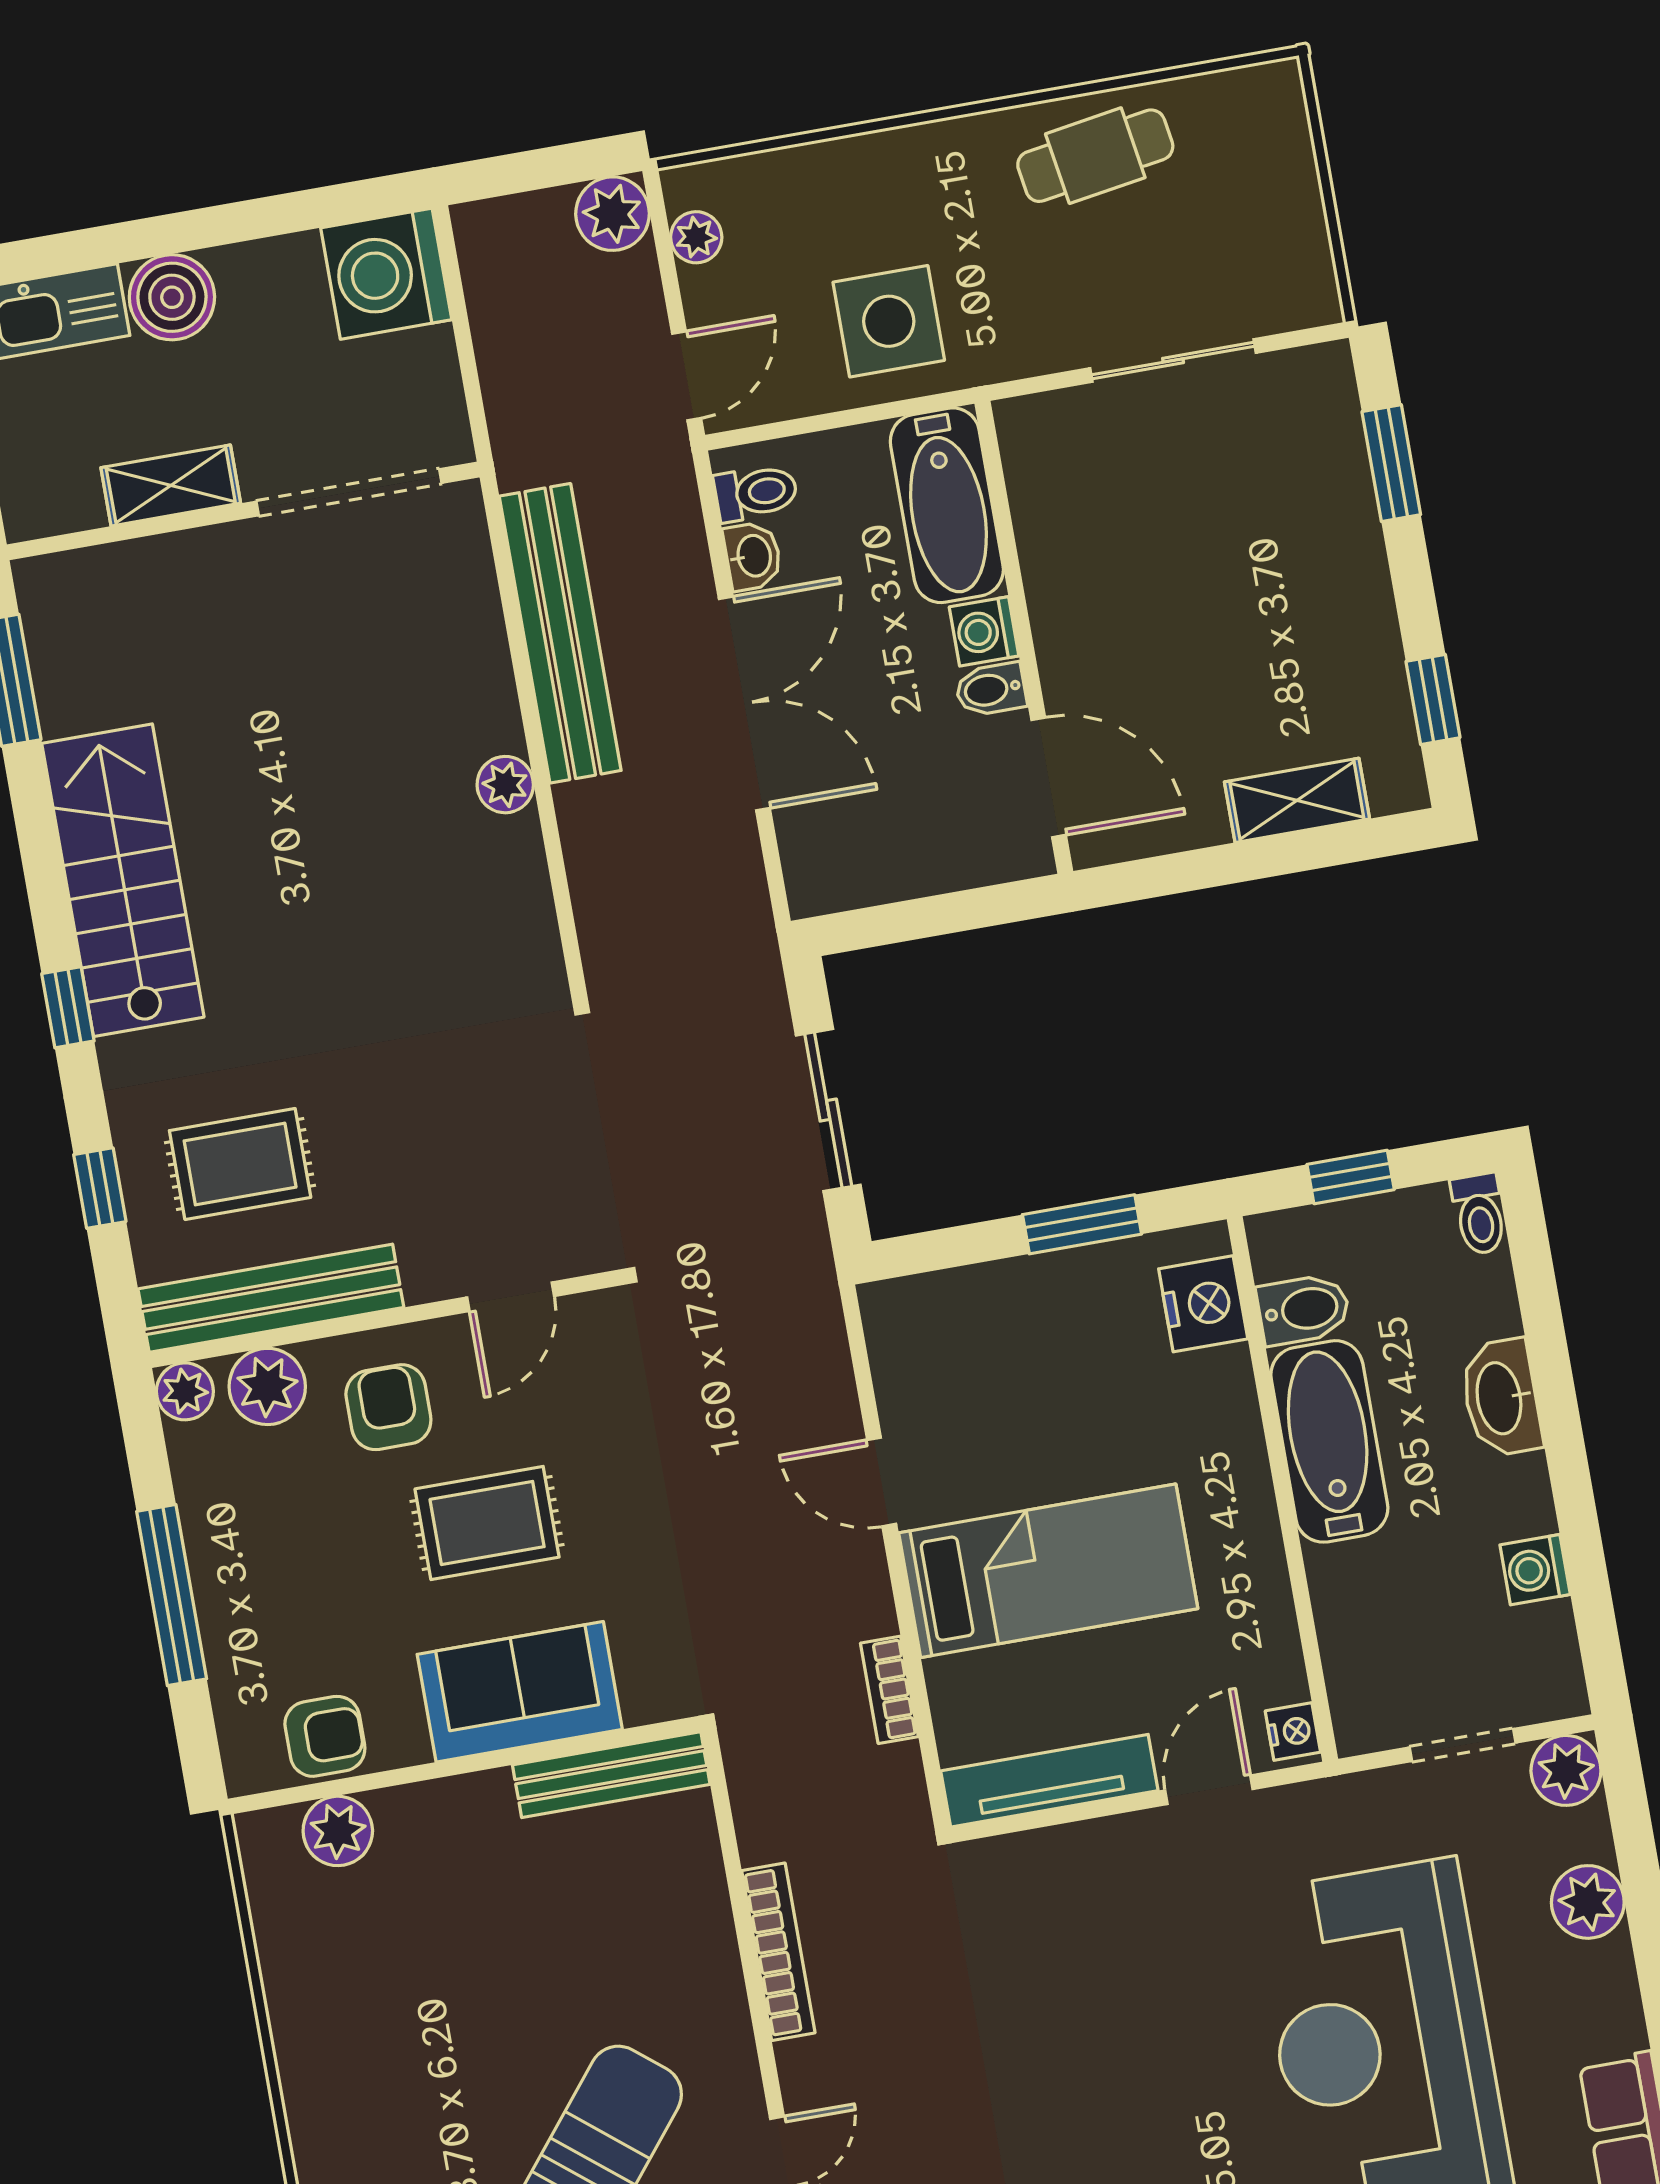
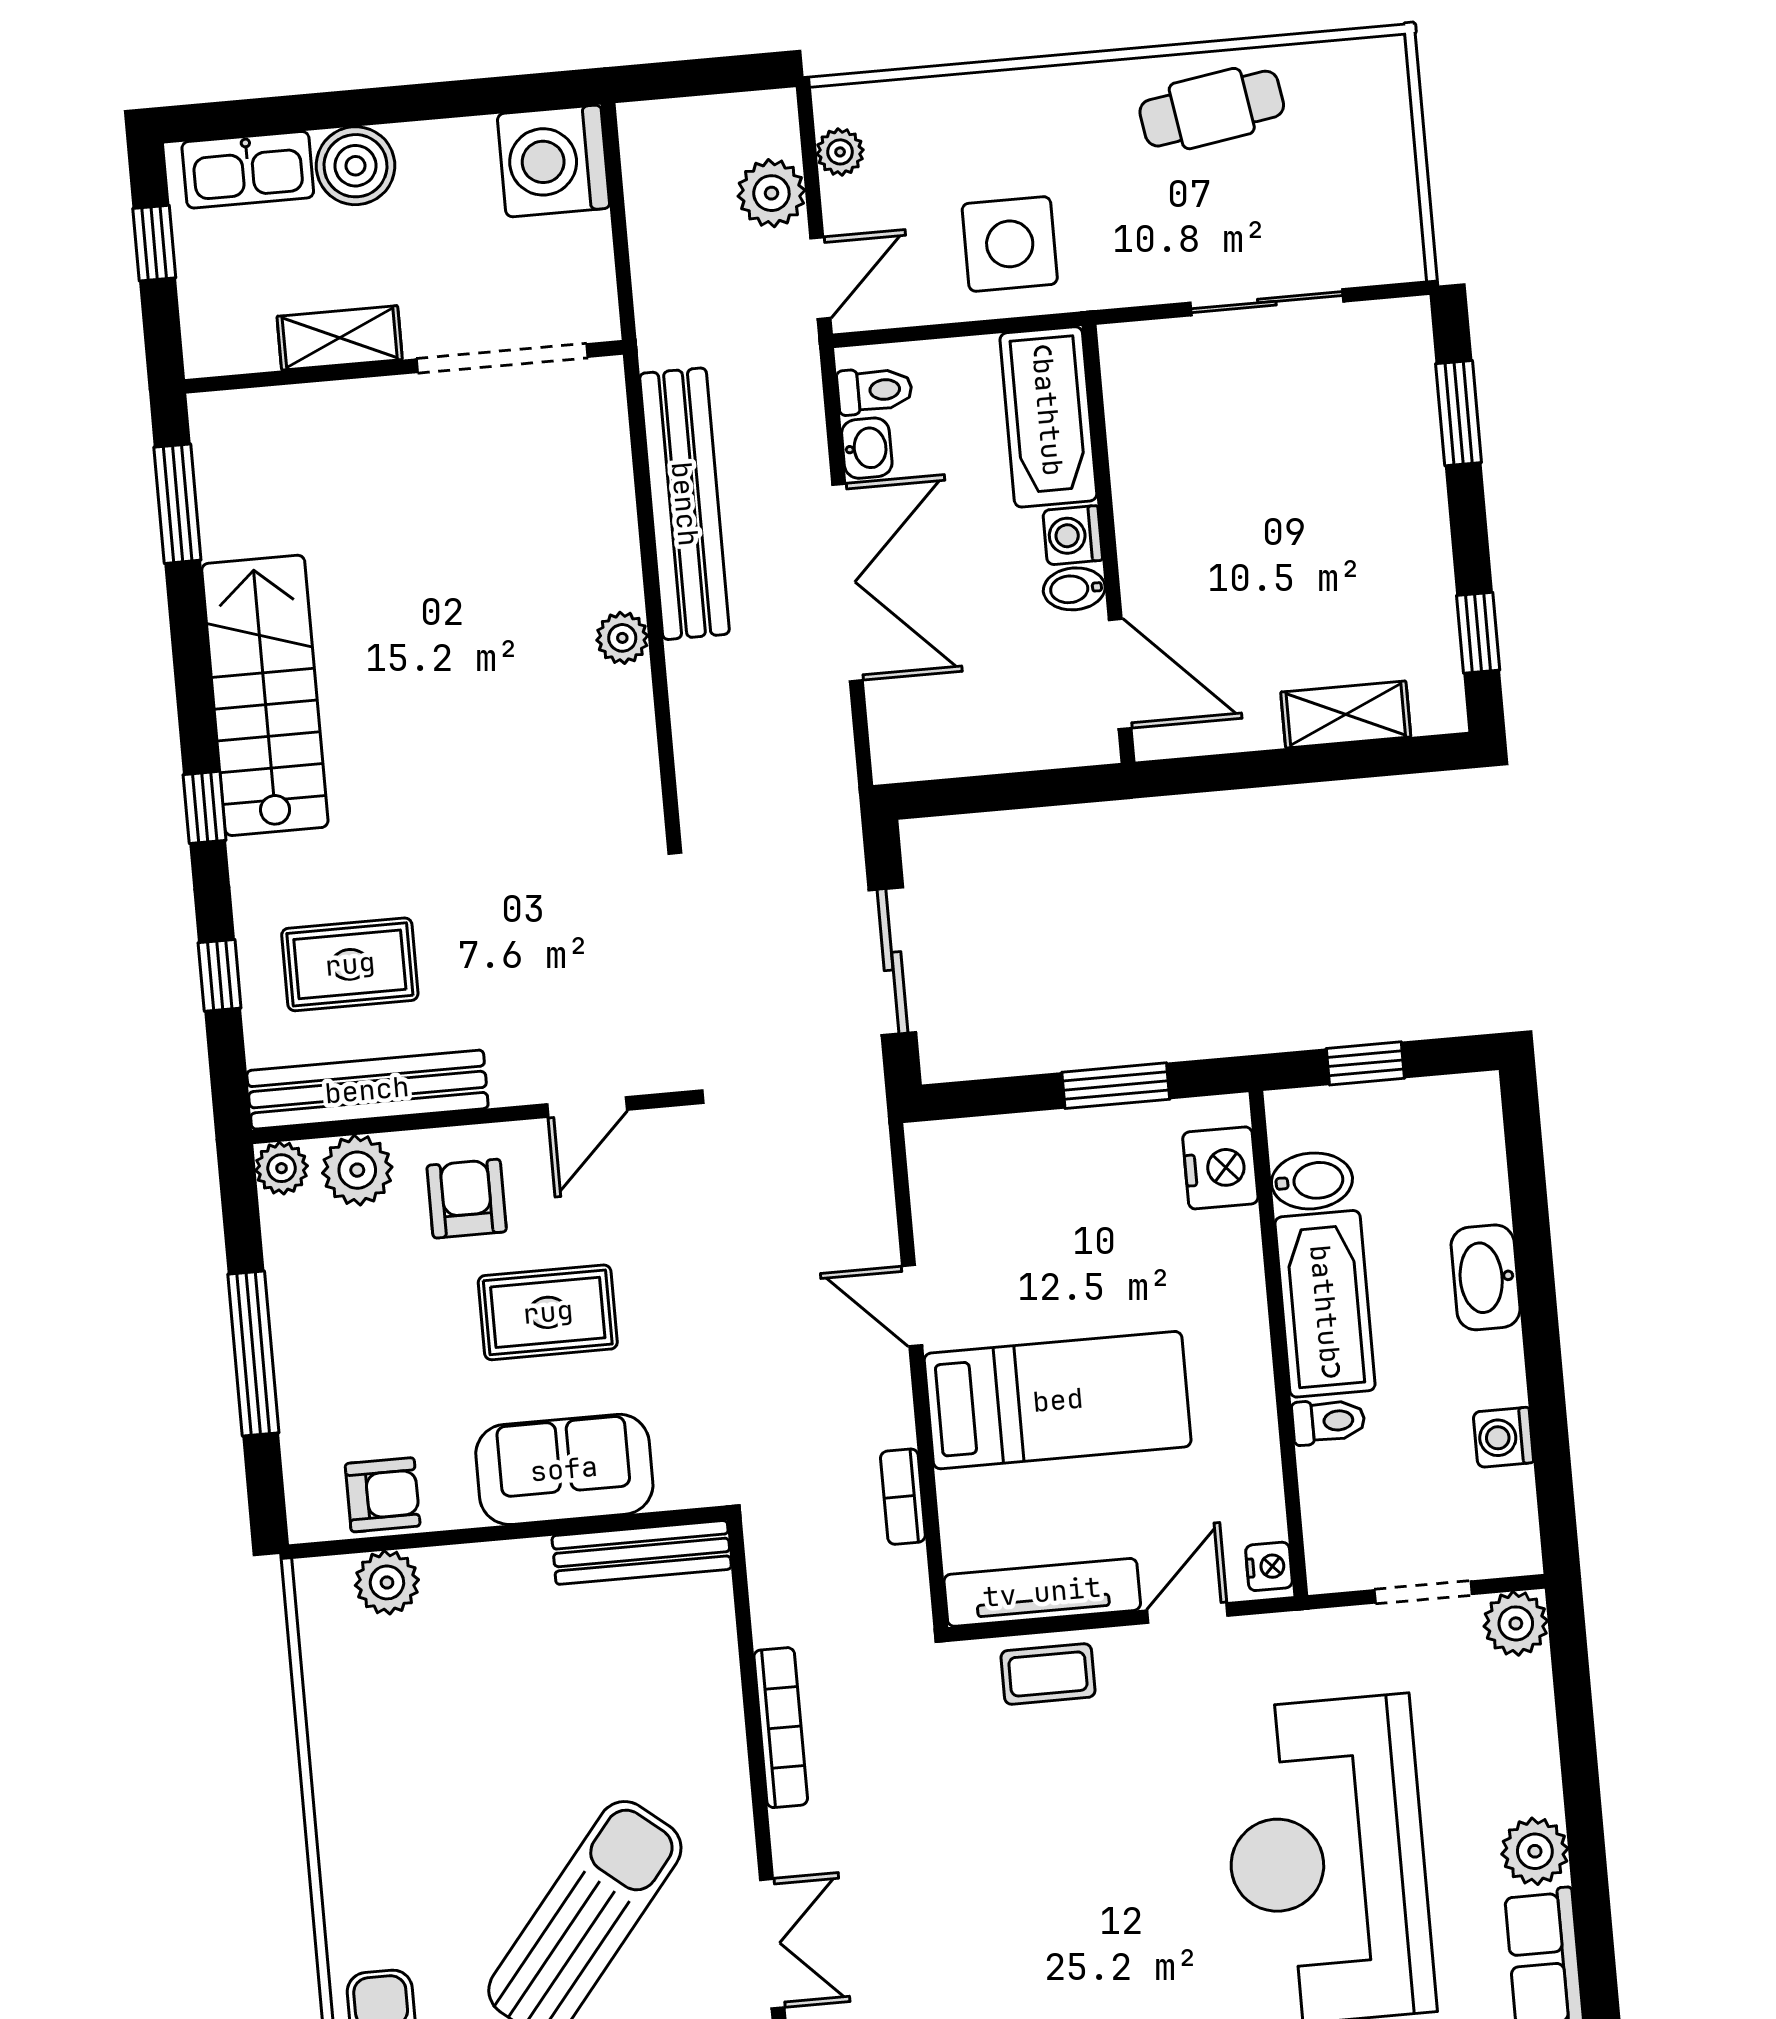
plant: (613, 214) -> (771, 193), moved
toilet: (1479, 1214) -> (1328, 1421), moved, turned -90
coffee table: (1063, 1869) -> (1048, 1674), added
plant: (1588, 1902) -> (1535, 1851), moved

